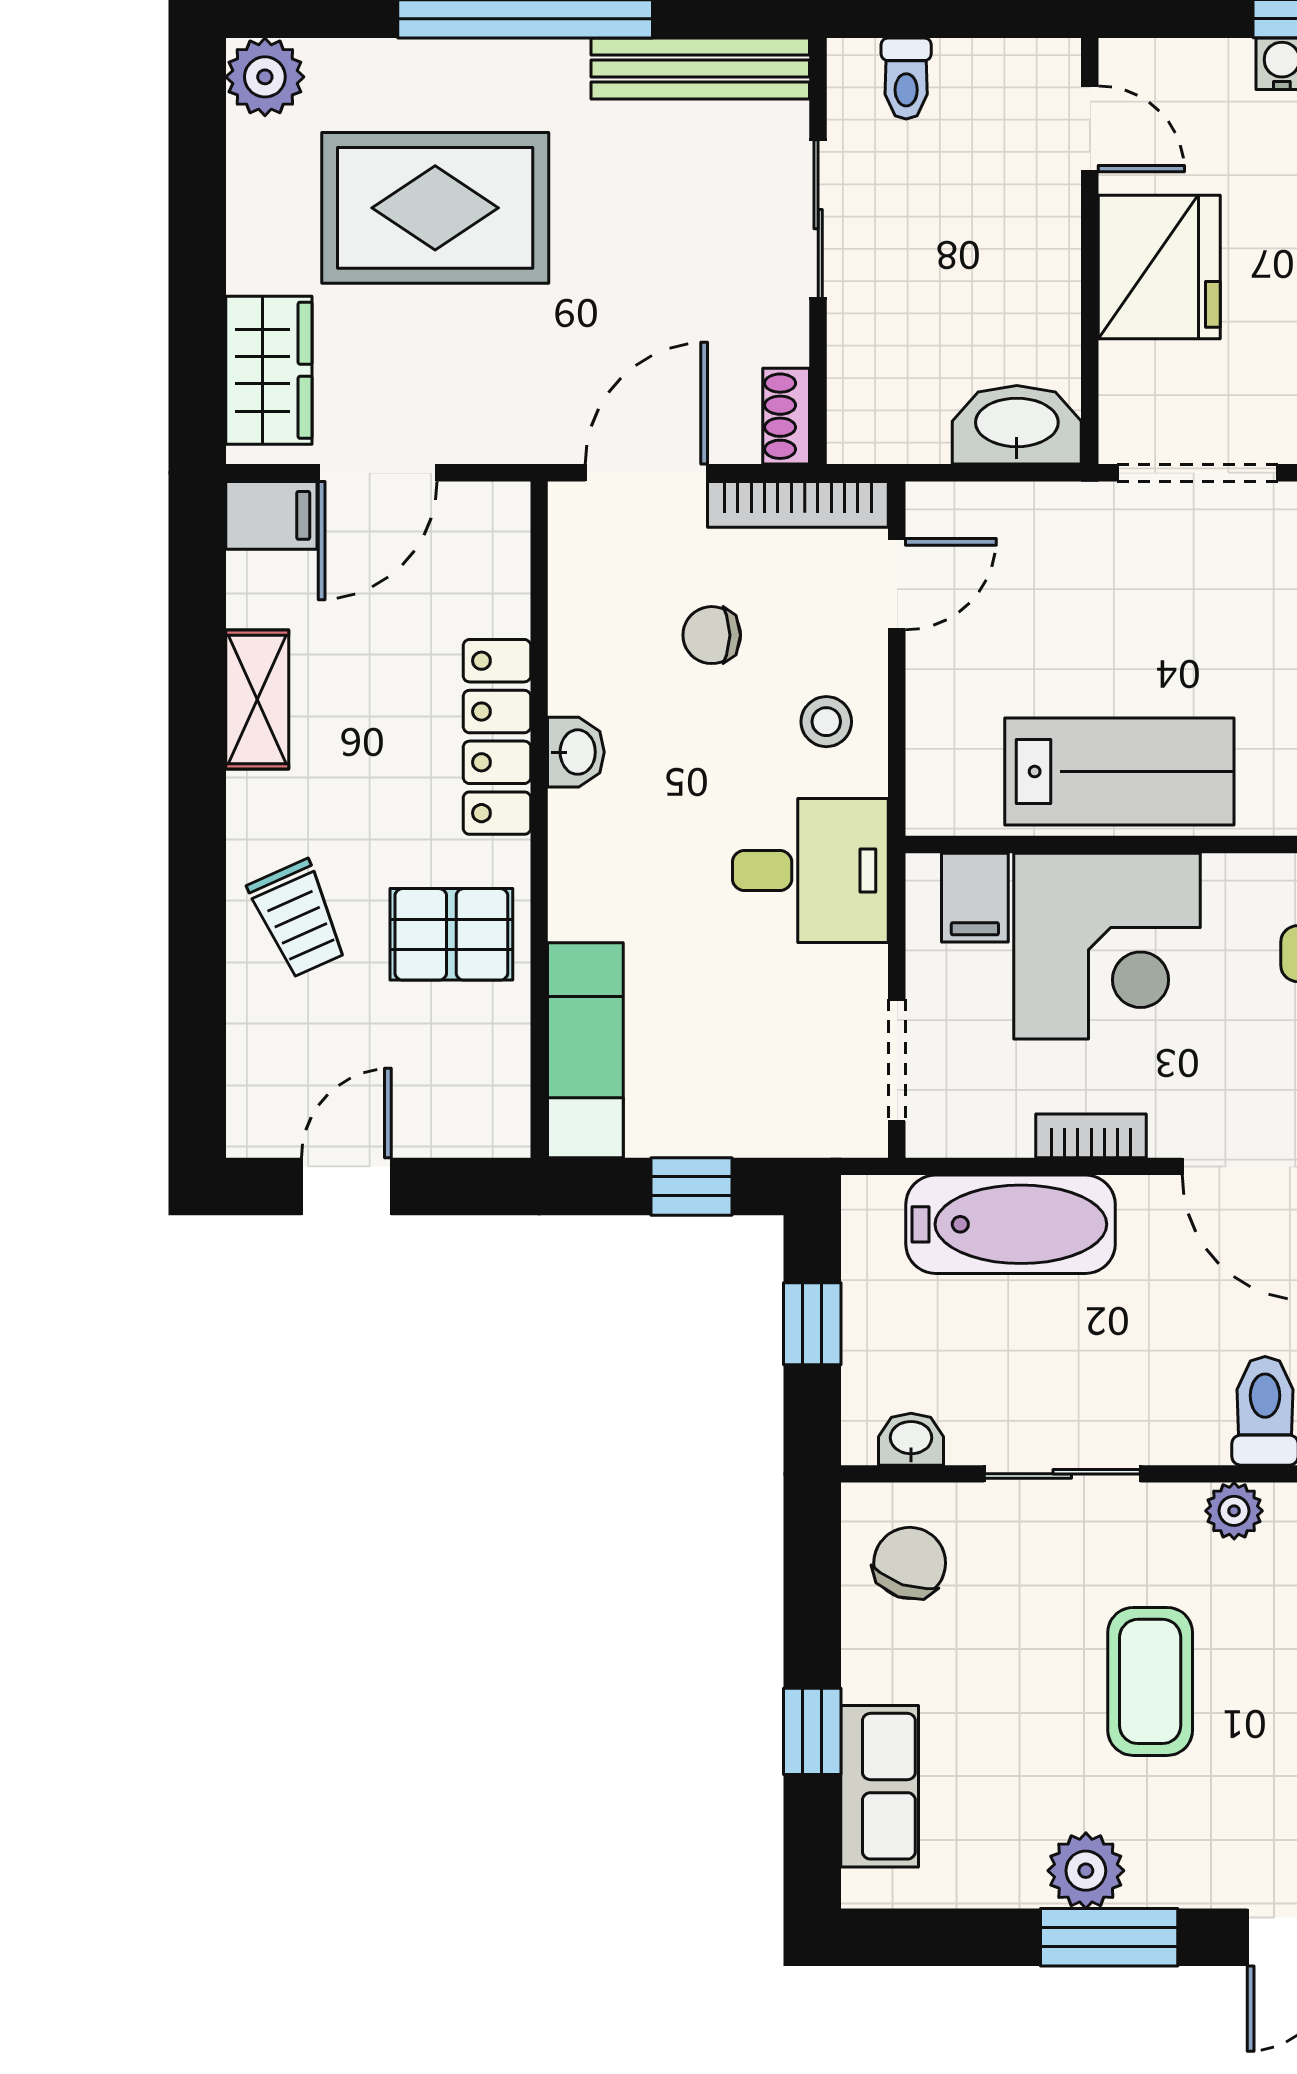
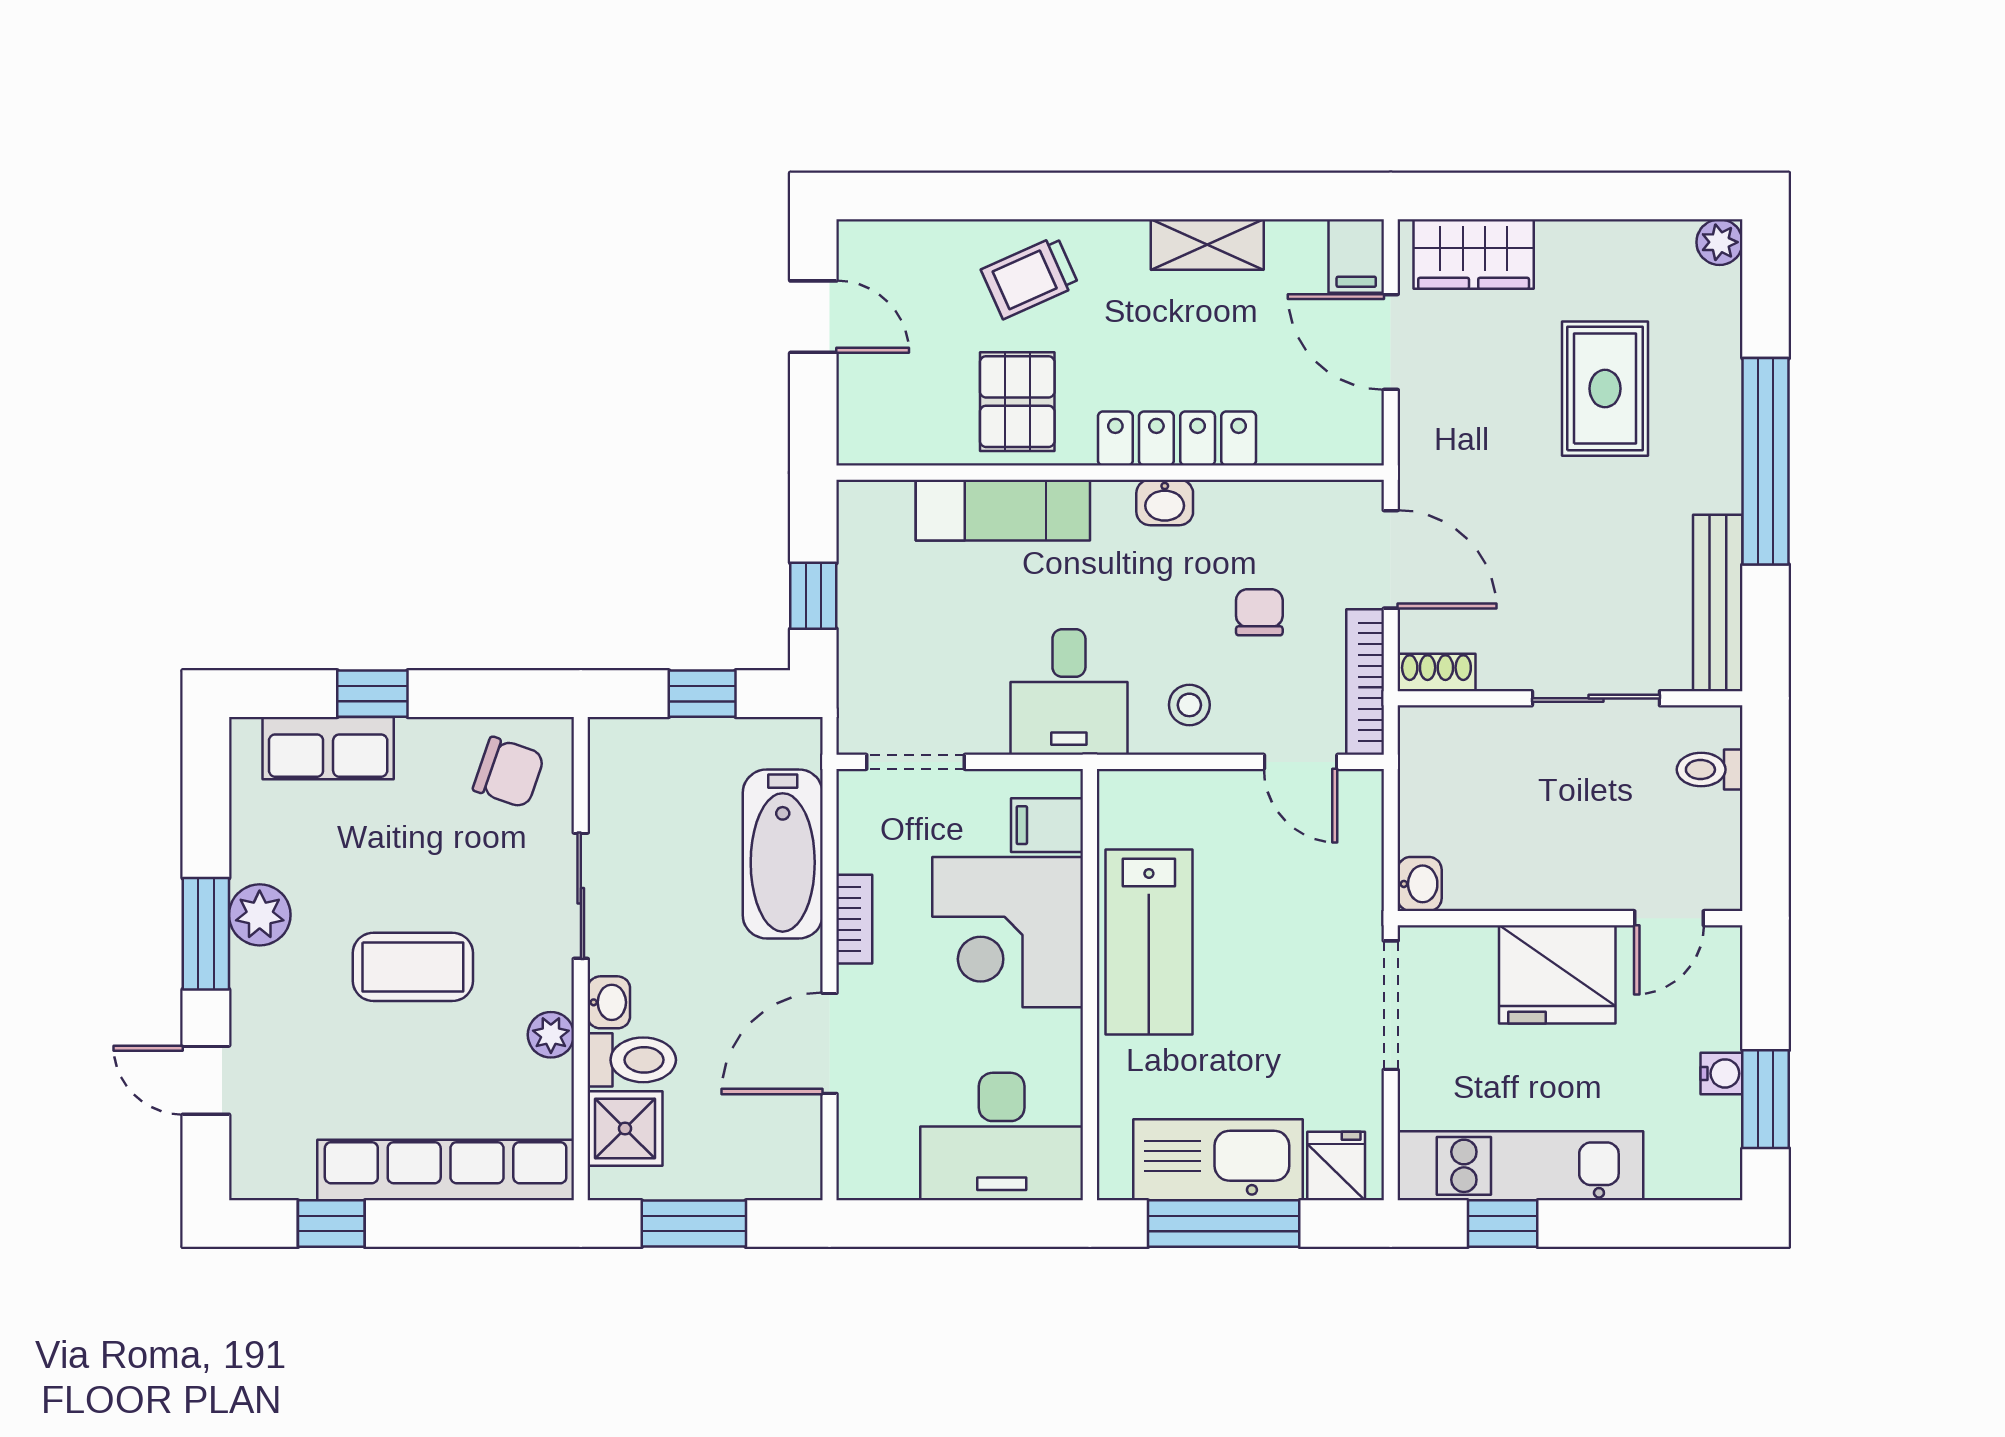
plant: (265, 77) -> (1720, 242), width x0.73, depth x0.73
rug: (435, 208) -> (1605, 389), width x0.73, depth x0.70
washbasin: (1017, 425) -> (1420, 884), width x0.52, depth x0.69
exam couch: (585, 1050) -> (1003, 510), moved
washbasin: (911, 1439) -> (609, 1002), moved

